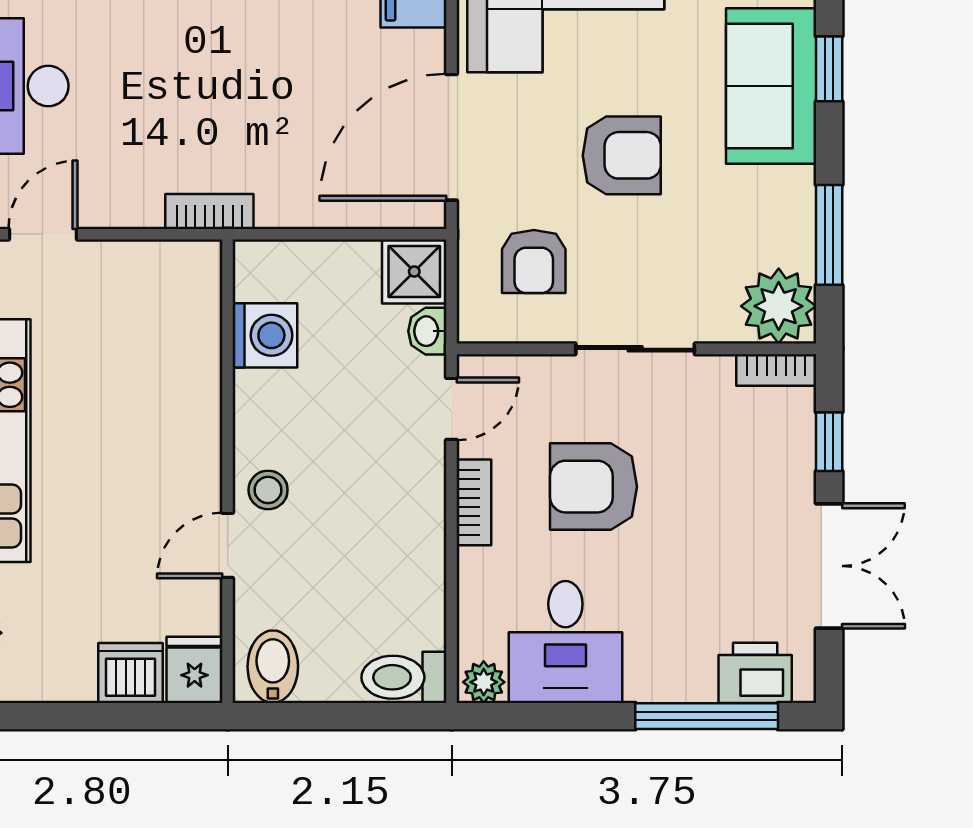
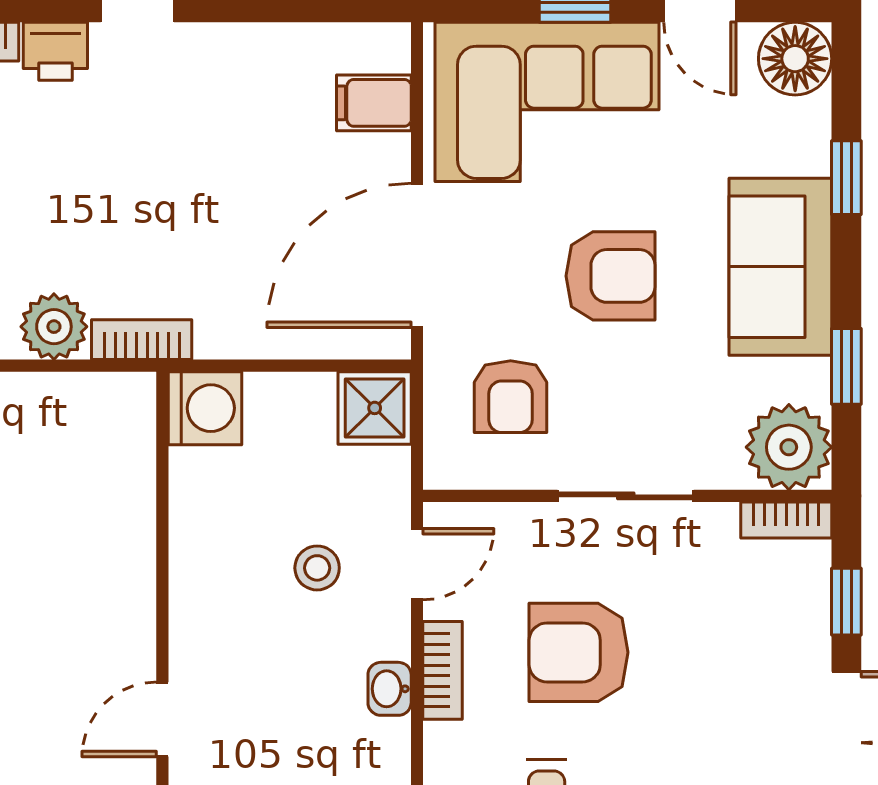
sofa: (771, 86) -> (780, 267), moved
plant: (132, 200) -> (54, 327), added
window: (829, 235) -> (846, 366), width x0.67
washbasin: (427, 331) -> (390, 689), moved
washing machine: (265, 335) -> (205, 408), moved
stool: (268, 490) -> (317, 568), moved

